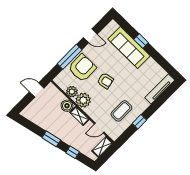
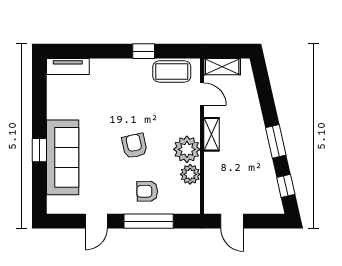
door: (90, 36) -> (96, 221), swing flipped
armchair: (82, 68) -> (147, 191), width x0.53, depth x0.53
tv unit: (160, 89) -> (68, 67), width x0.71
boiler: (67, 106) -> (214, 163), removed
coffee table: (121, 111) -> (172, 72), moved
window: (73, 152) -> (286, 186), moved

